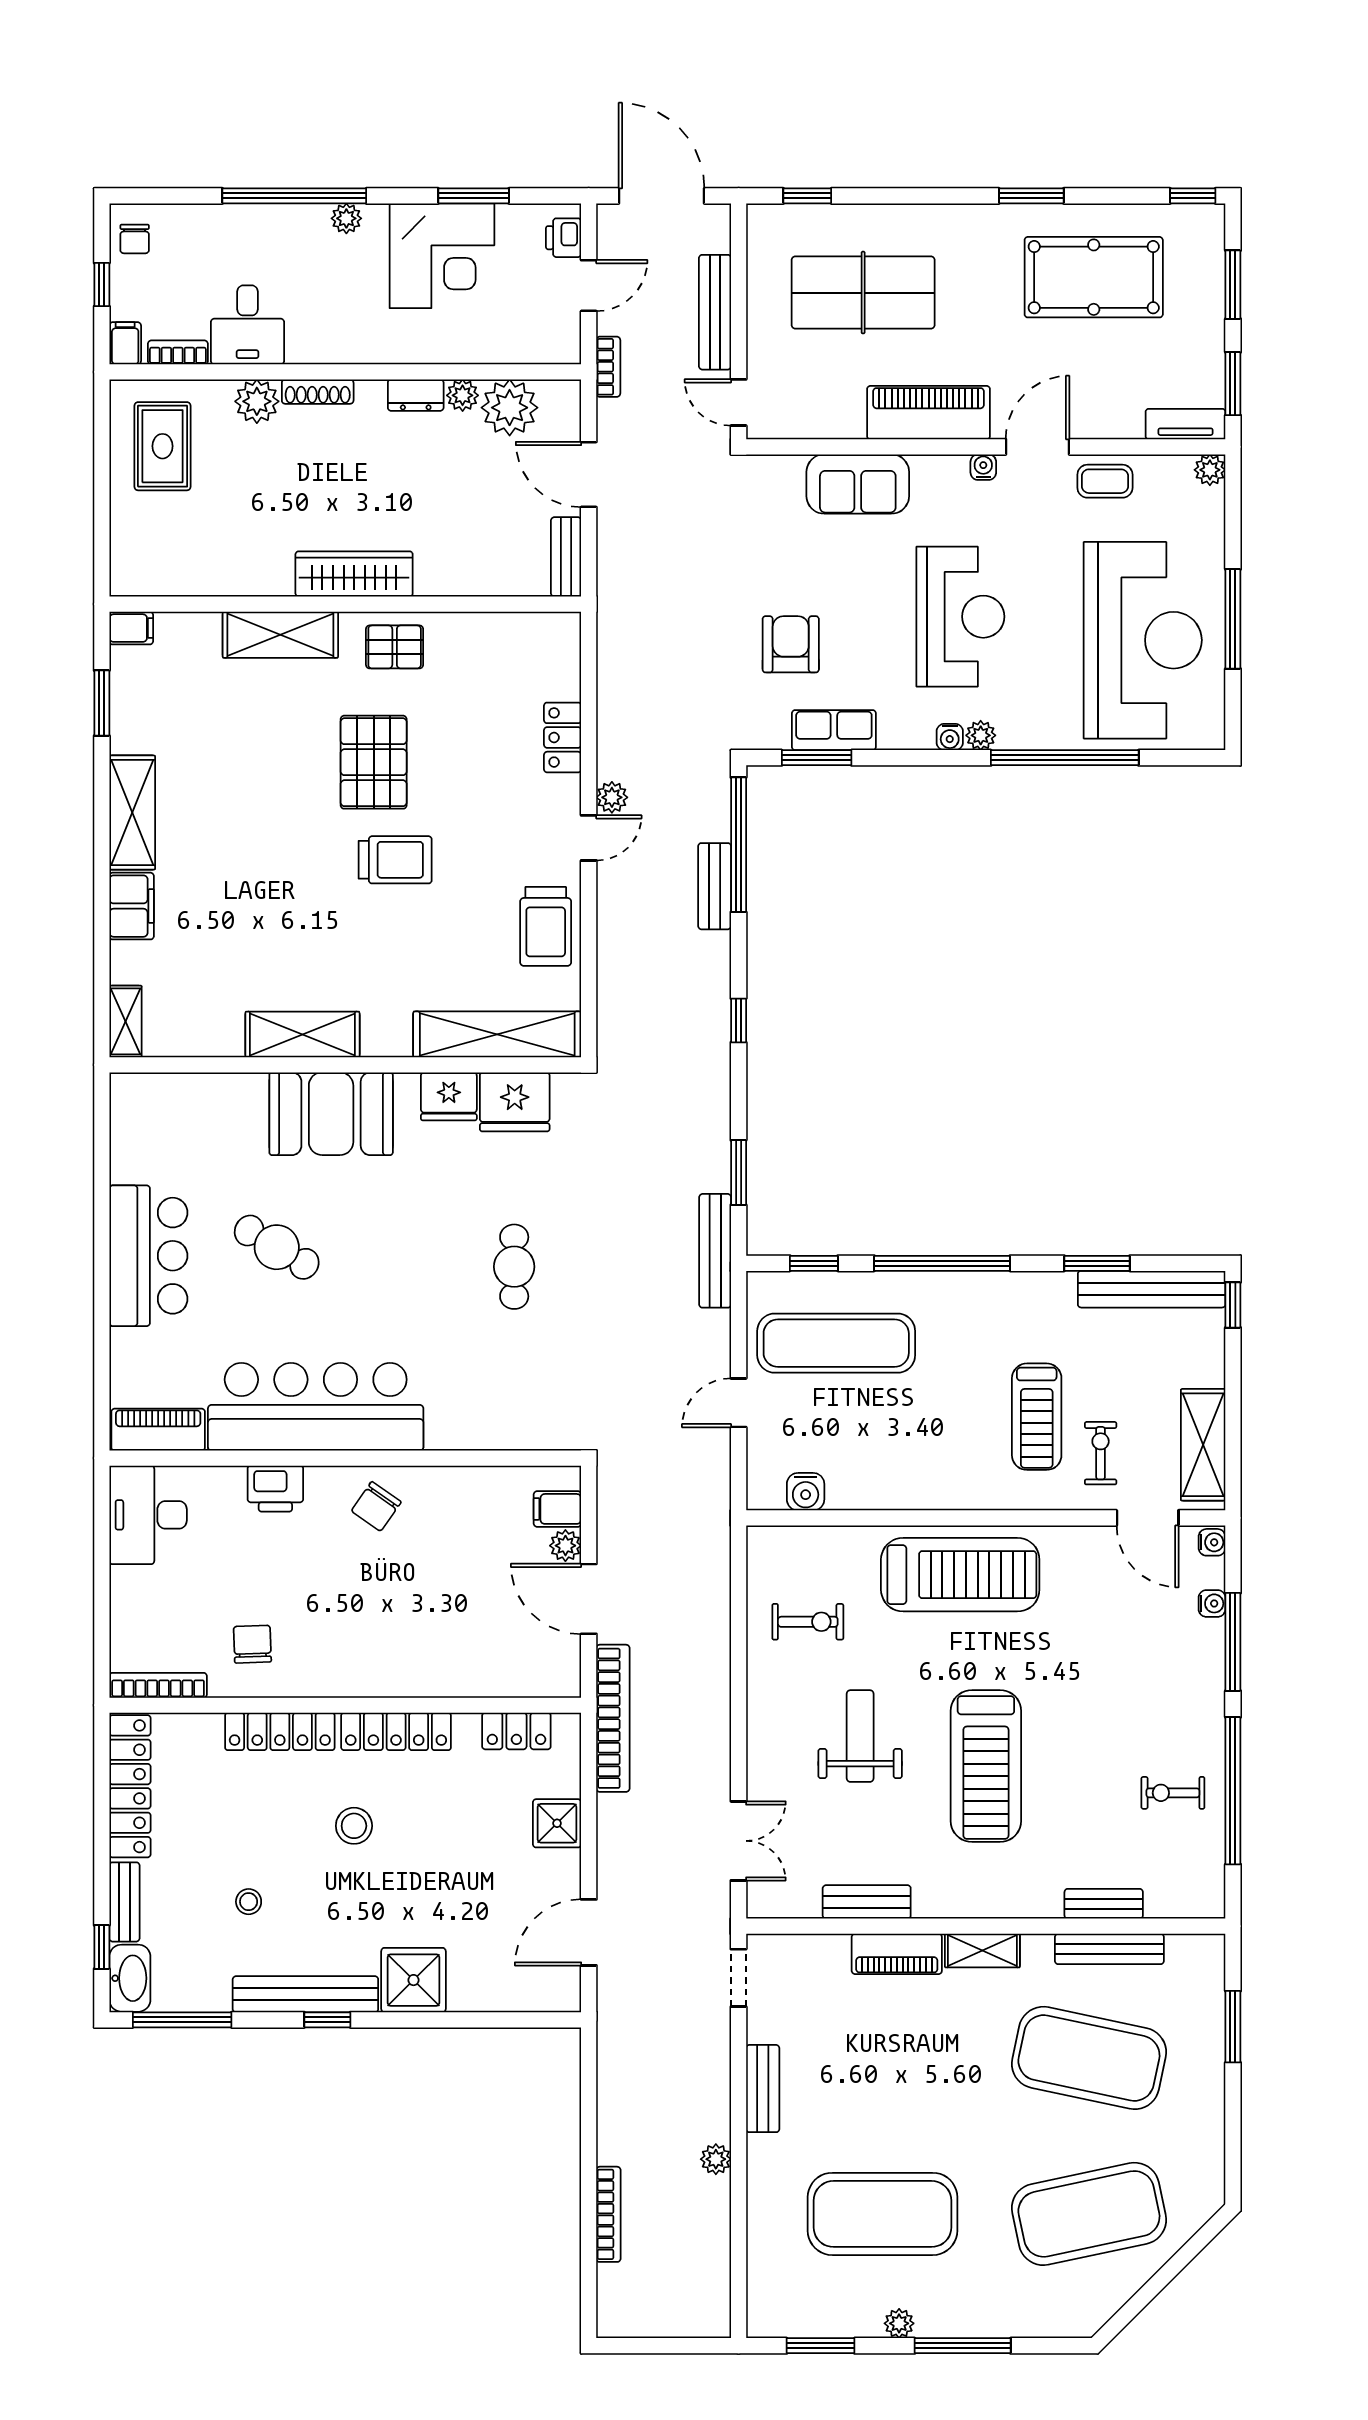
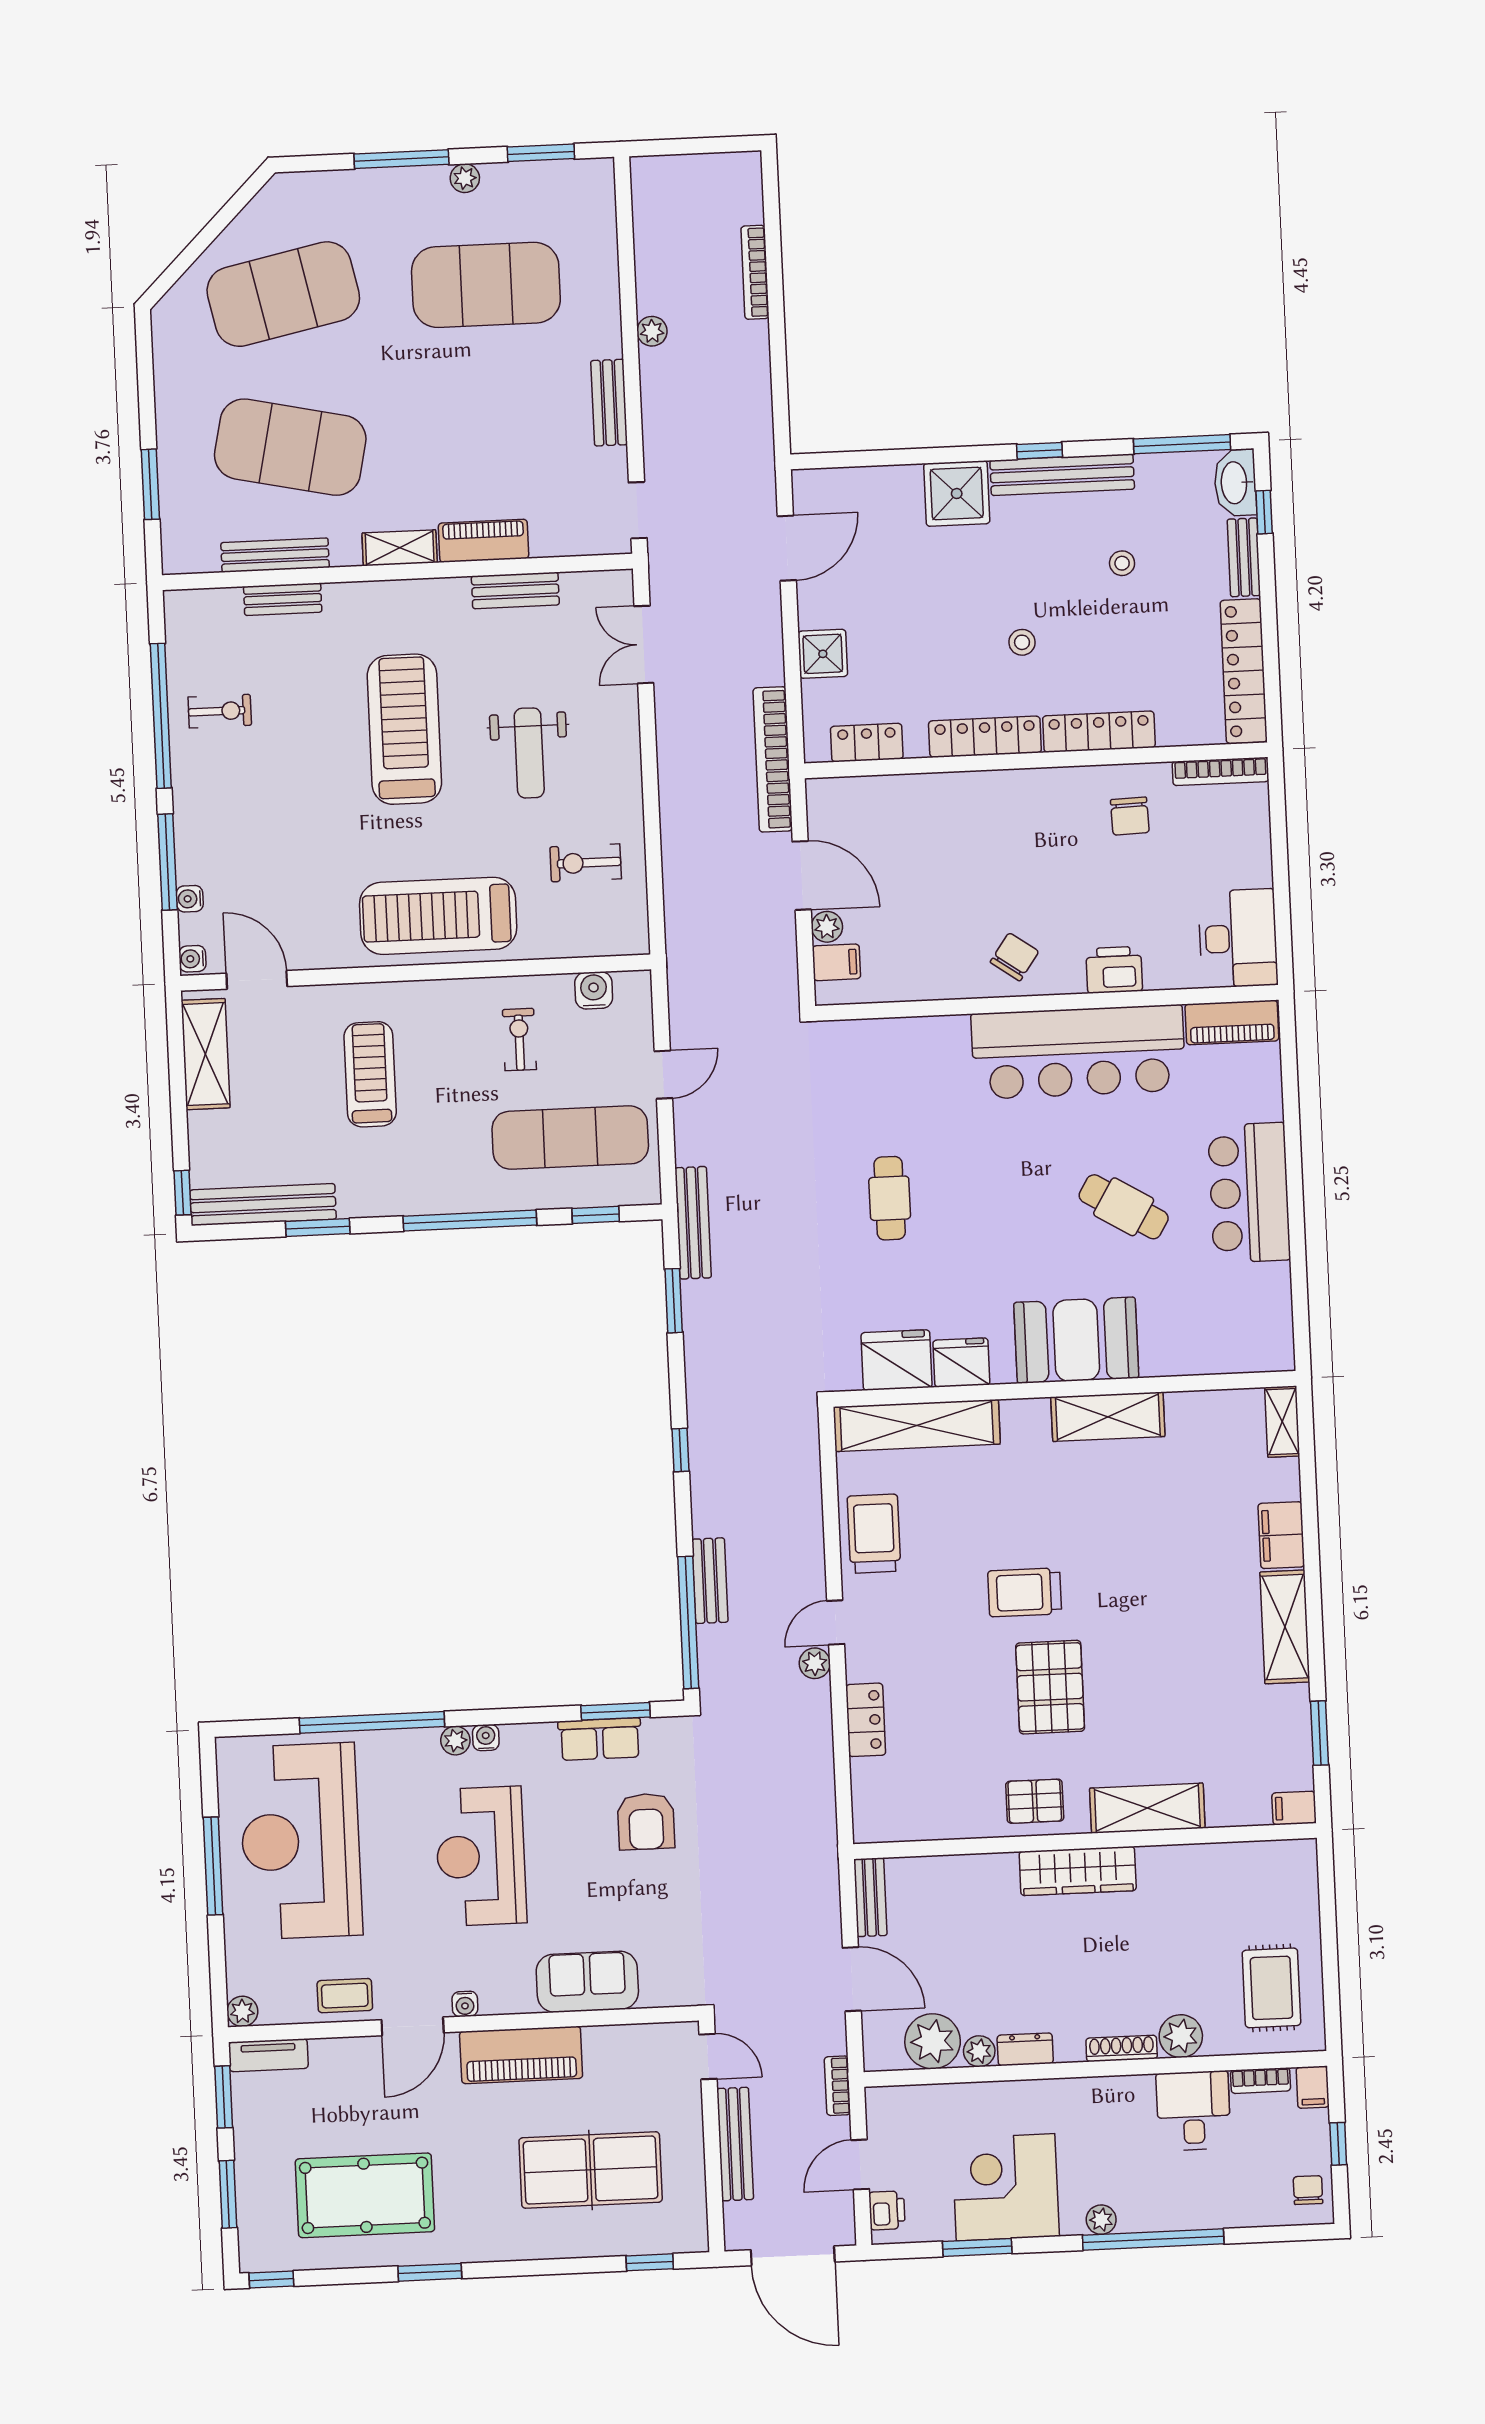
exercise bike: (1101, 1453) -> (519, 1040), moved, turned 180
stool: (354, 1826) -> (1022, 642), width x0.73, depth x0.73

